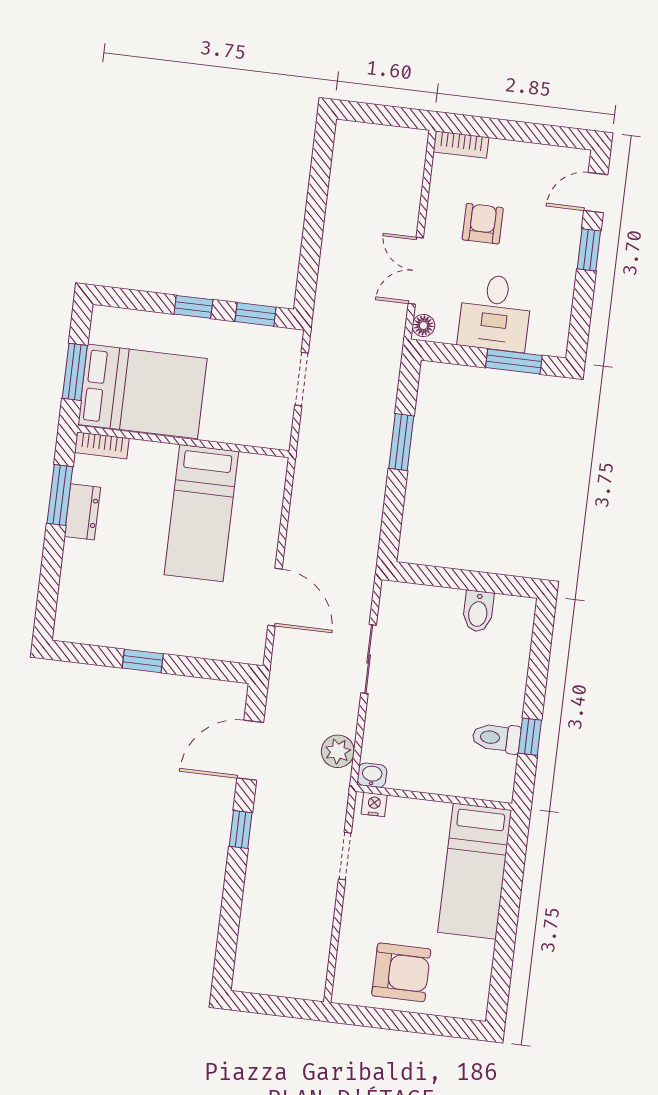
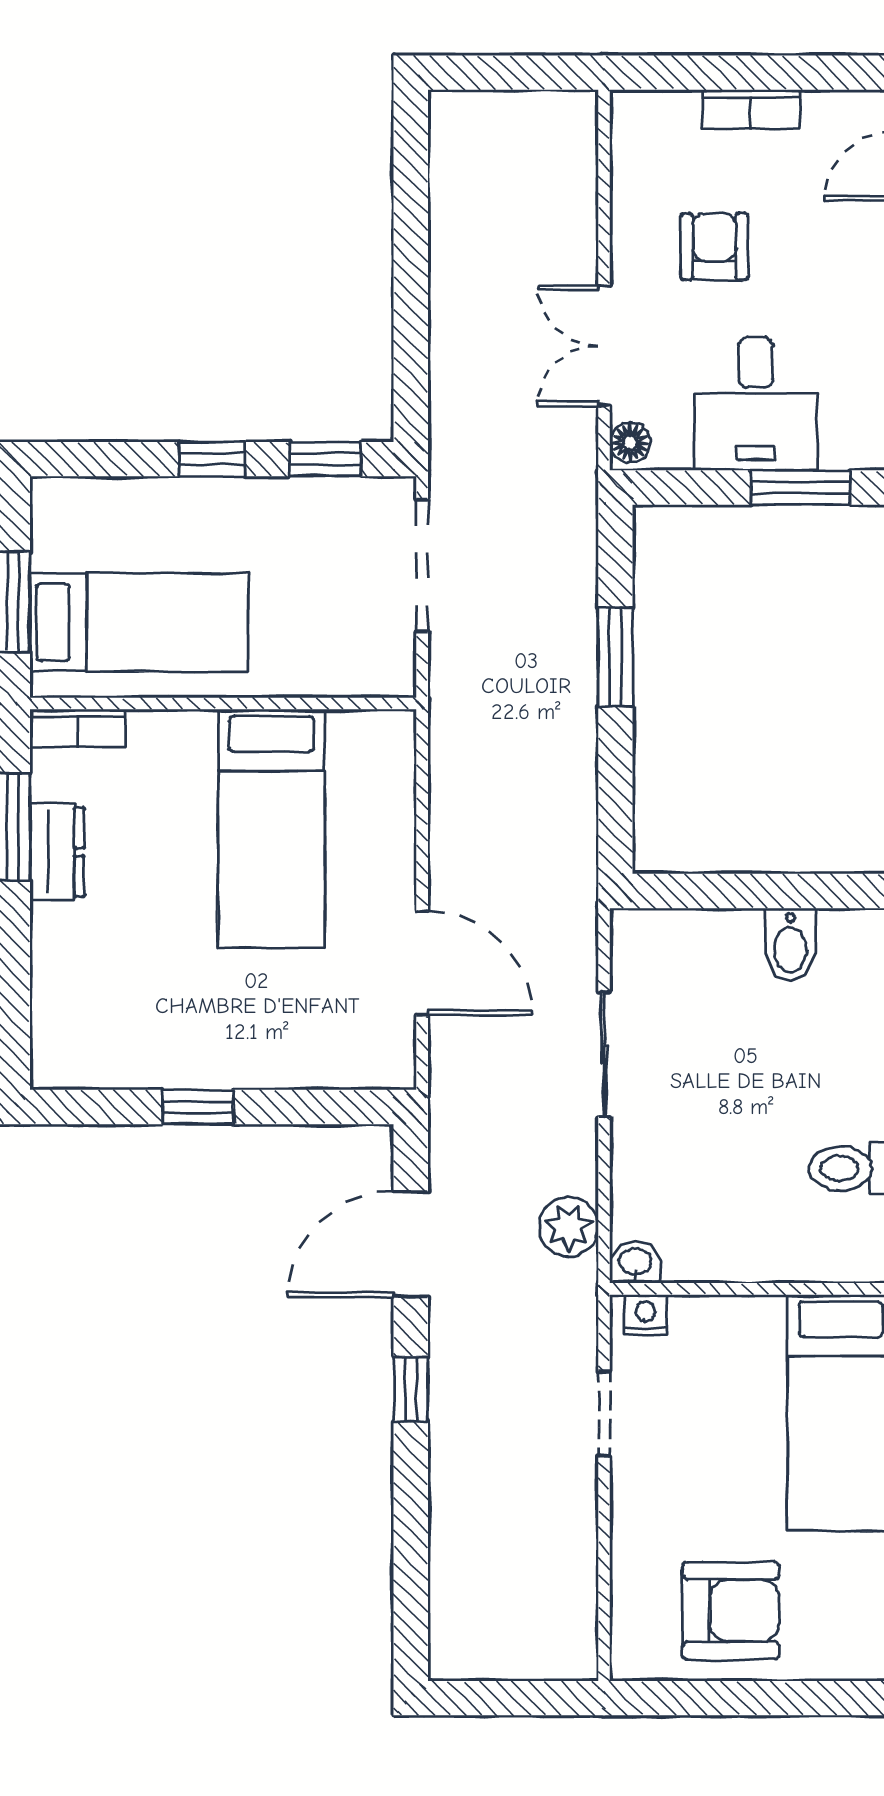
bookcase: (461, 145) -> (751, 109), moved
doorway: (301, 379) -> (422, 565), width x1.38
bed: (142, 391) -> (139, 622), width x0.67

